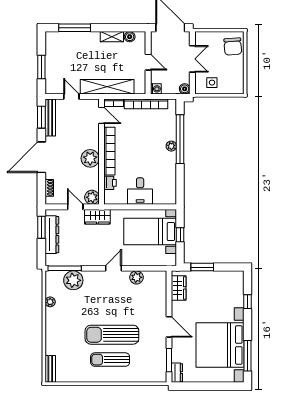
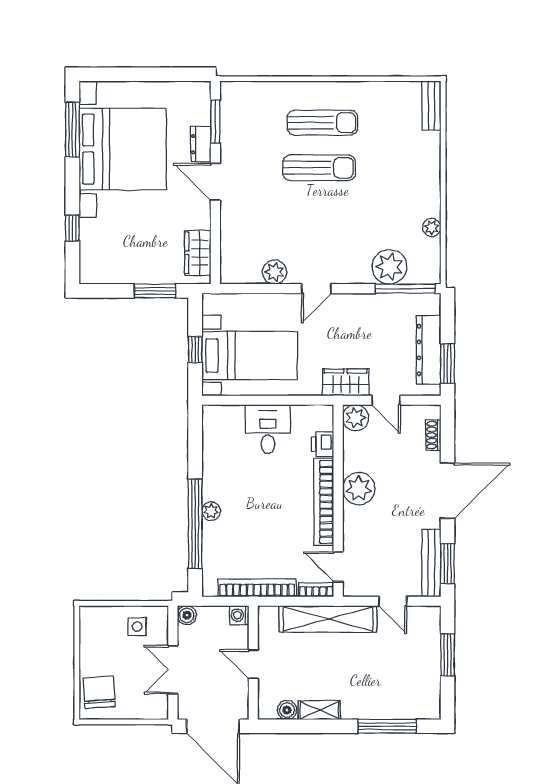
sun lounger: (112, 335) -> (319, 168), width x0.73, depth x0.75
dresser: (177, 373) -> (201, 144), moved

